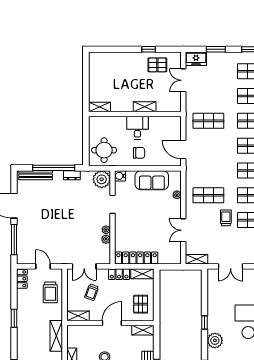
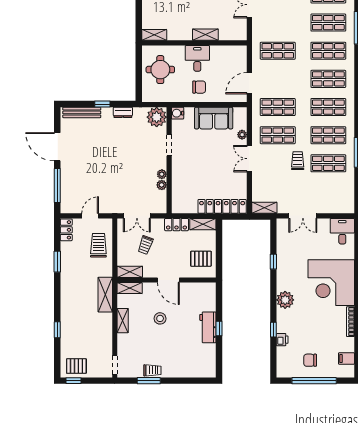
door: (183, 149) -> (249, 83), hinge flipped
round table: (104, 150) -> (160, 70), moved
window: (54, 168) -> (102, 104), width x0.32
shop shelf: (208, 170) -> (278, 107), added
double door: (183, 230) -> (249, 159), moved
locker: (137, 258) -> (222, 206), moved
door: (43, 266) -> (90, 216), hinge flipped
trolley: (50, 292) -> (98, 245), turned 180
pallet: (141, 304) -> (201, 259), turned 90
window: (14, 318) -> (57, 262), moved
door: (112, 323) -> (168, 280), swing flipped
window: (205, 323) -> (273, 262), moved
shelving: (143, 330) -> (130, 288), moved

